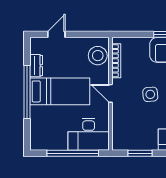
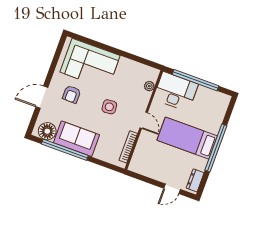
stool: (98, 56) -> (143, 157), removed
dresser: (36, 66) -> (195, 180), moved
plant: (117, 130) -> (149, 86), added
window: (140, 153) -> (137, 59), removed

